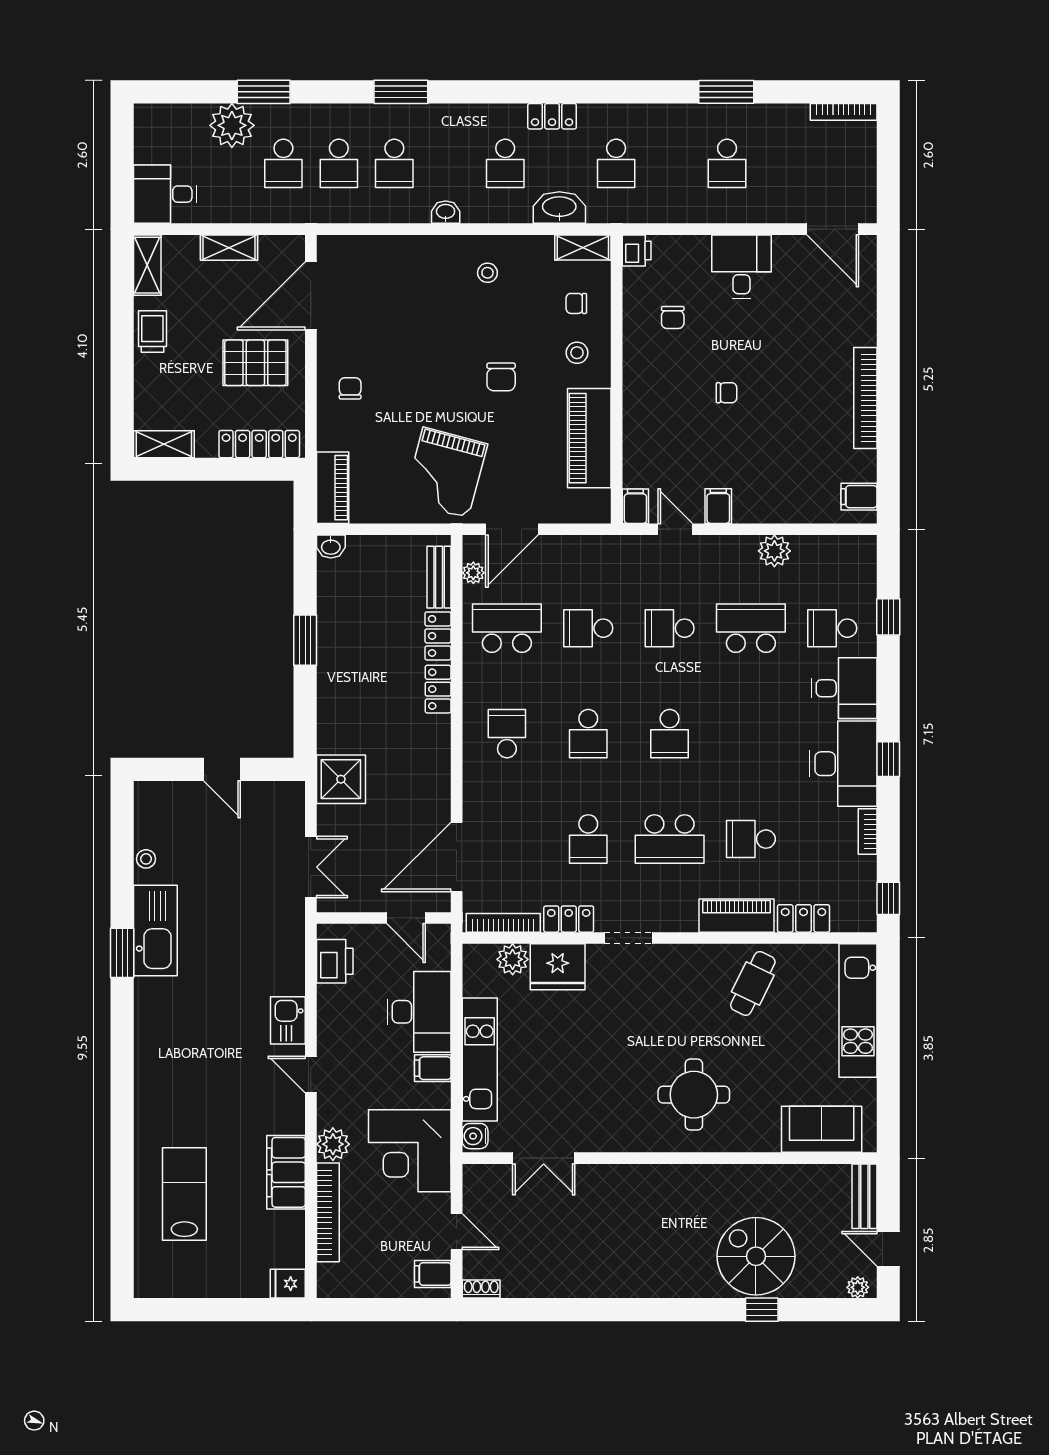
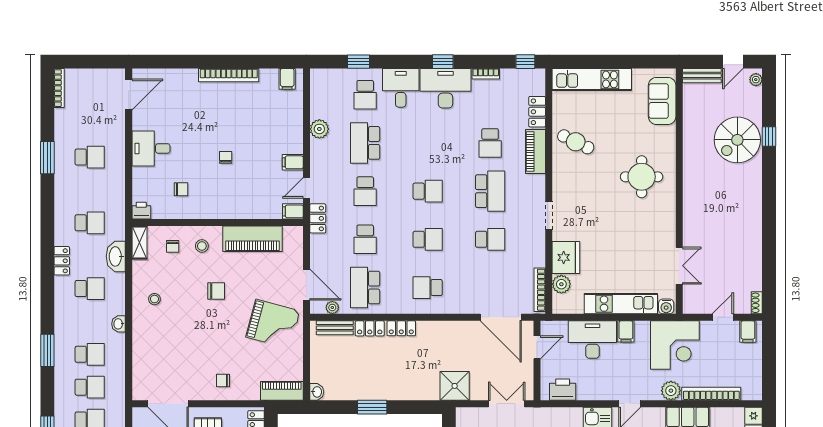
locker: (569, 919) -> (318, 218), moved, turned 180

